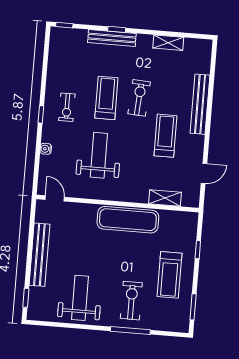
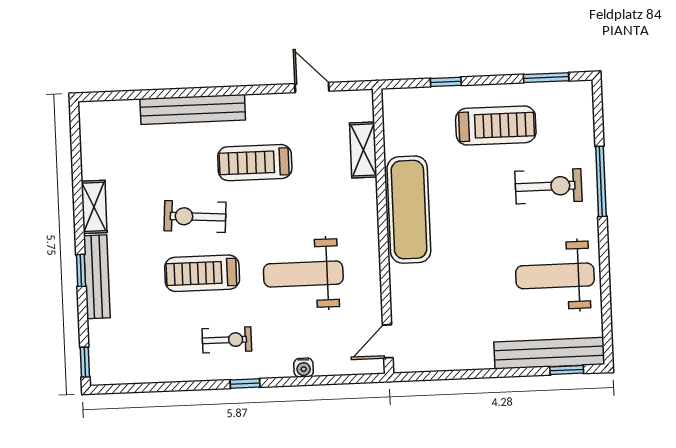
shelving: (168, 43) -> (94, 207), moved
bench: (39, 255) -> (549, 353), moved
exercise bike: (131, 301) -> (549, 186), turned 180

